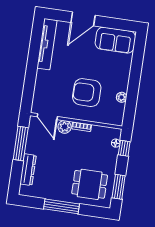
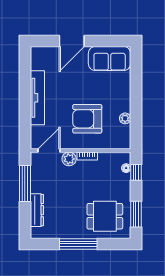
tv unit: (47, 44) -> (37, 98), moved
door: (47, 117) -> (49, 151), swing flipped

